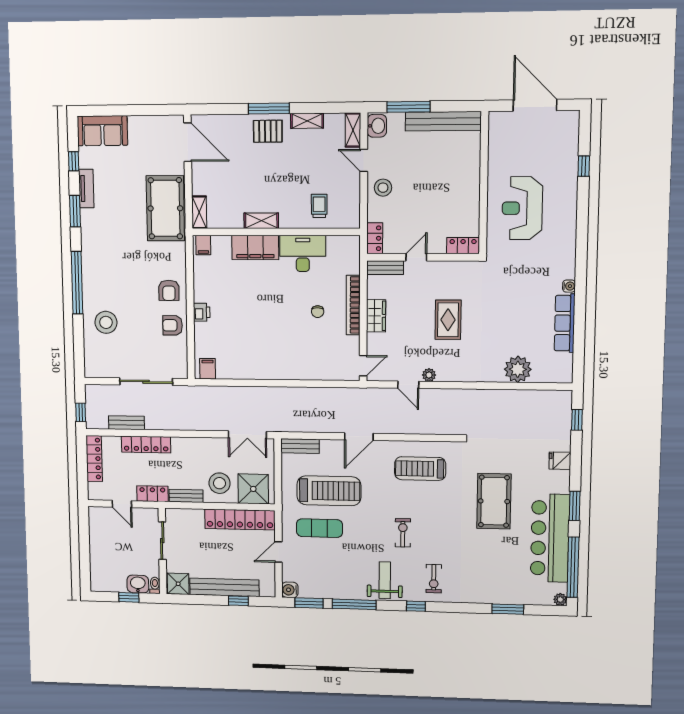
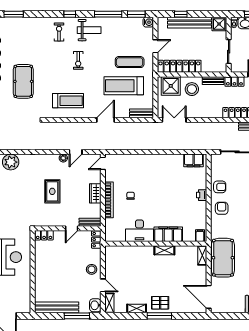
trolley: (319, 206) -> (130, 259), removed
filing cabinet: (208, 369) -> (194, 160), width x2.00
door: (408, 385) -> (76, 152), swing flipped
weight bench: (385, 580) -> (89, 30), turned -90

